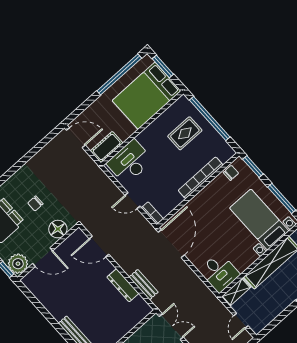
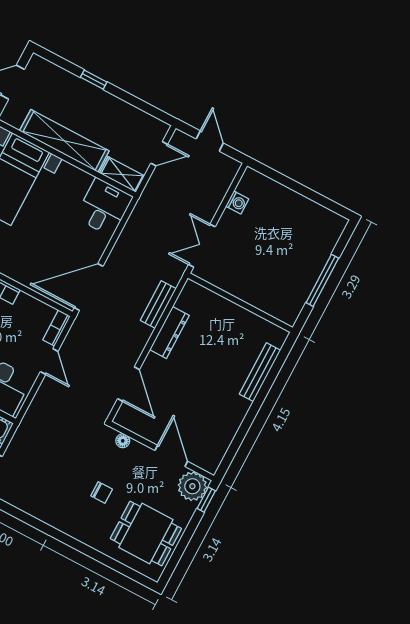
floor lamp: (58, 229) -> (123, 441), width x0.53, depth x0.53

